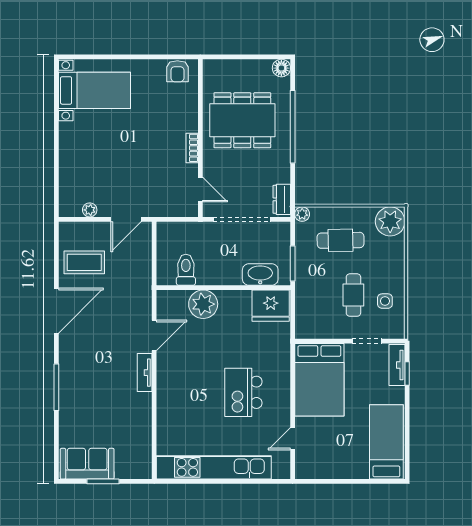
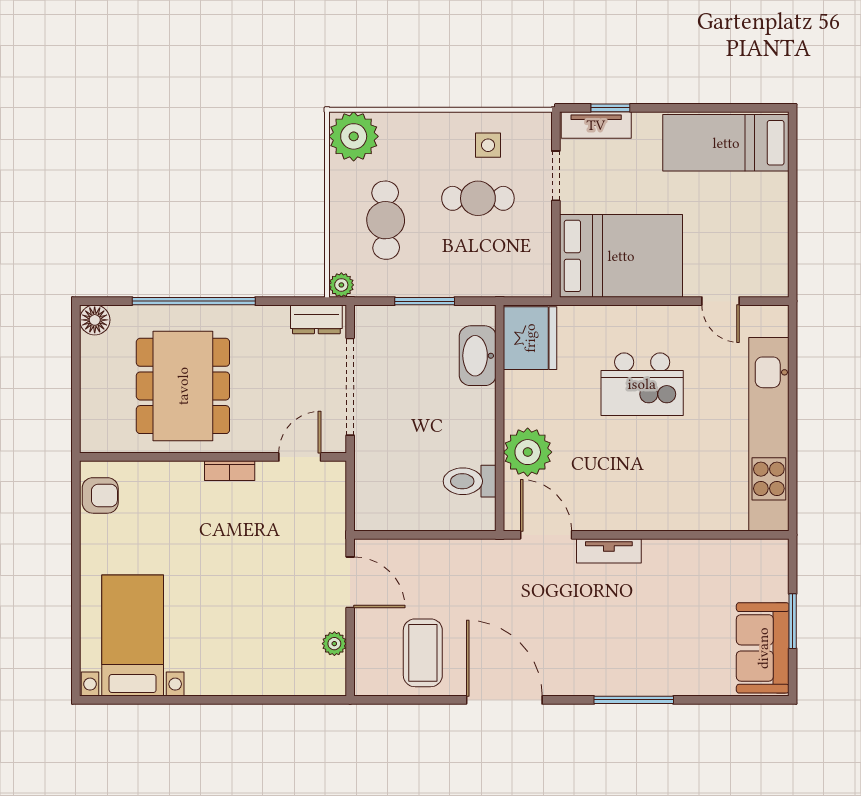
toilet: (186, 270) -> (470, 481), moved
washbasin: (260, 275) -> (478, 356), moved
wall: (223, 288) -> (500, 418), moved
plant: (203, 304) -> (528, 452), moved
fridge: (271, 306) -> (530, 338), moved

